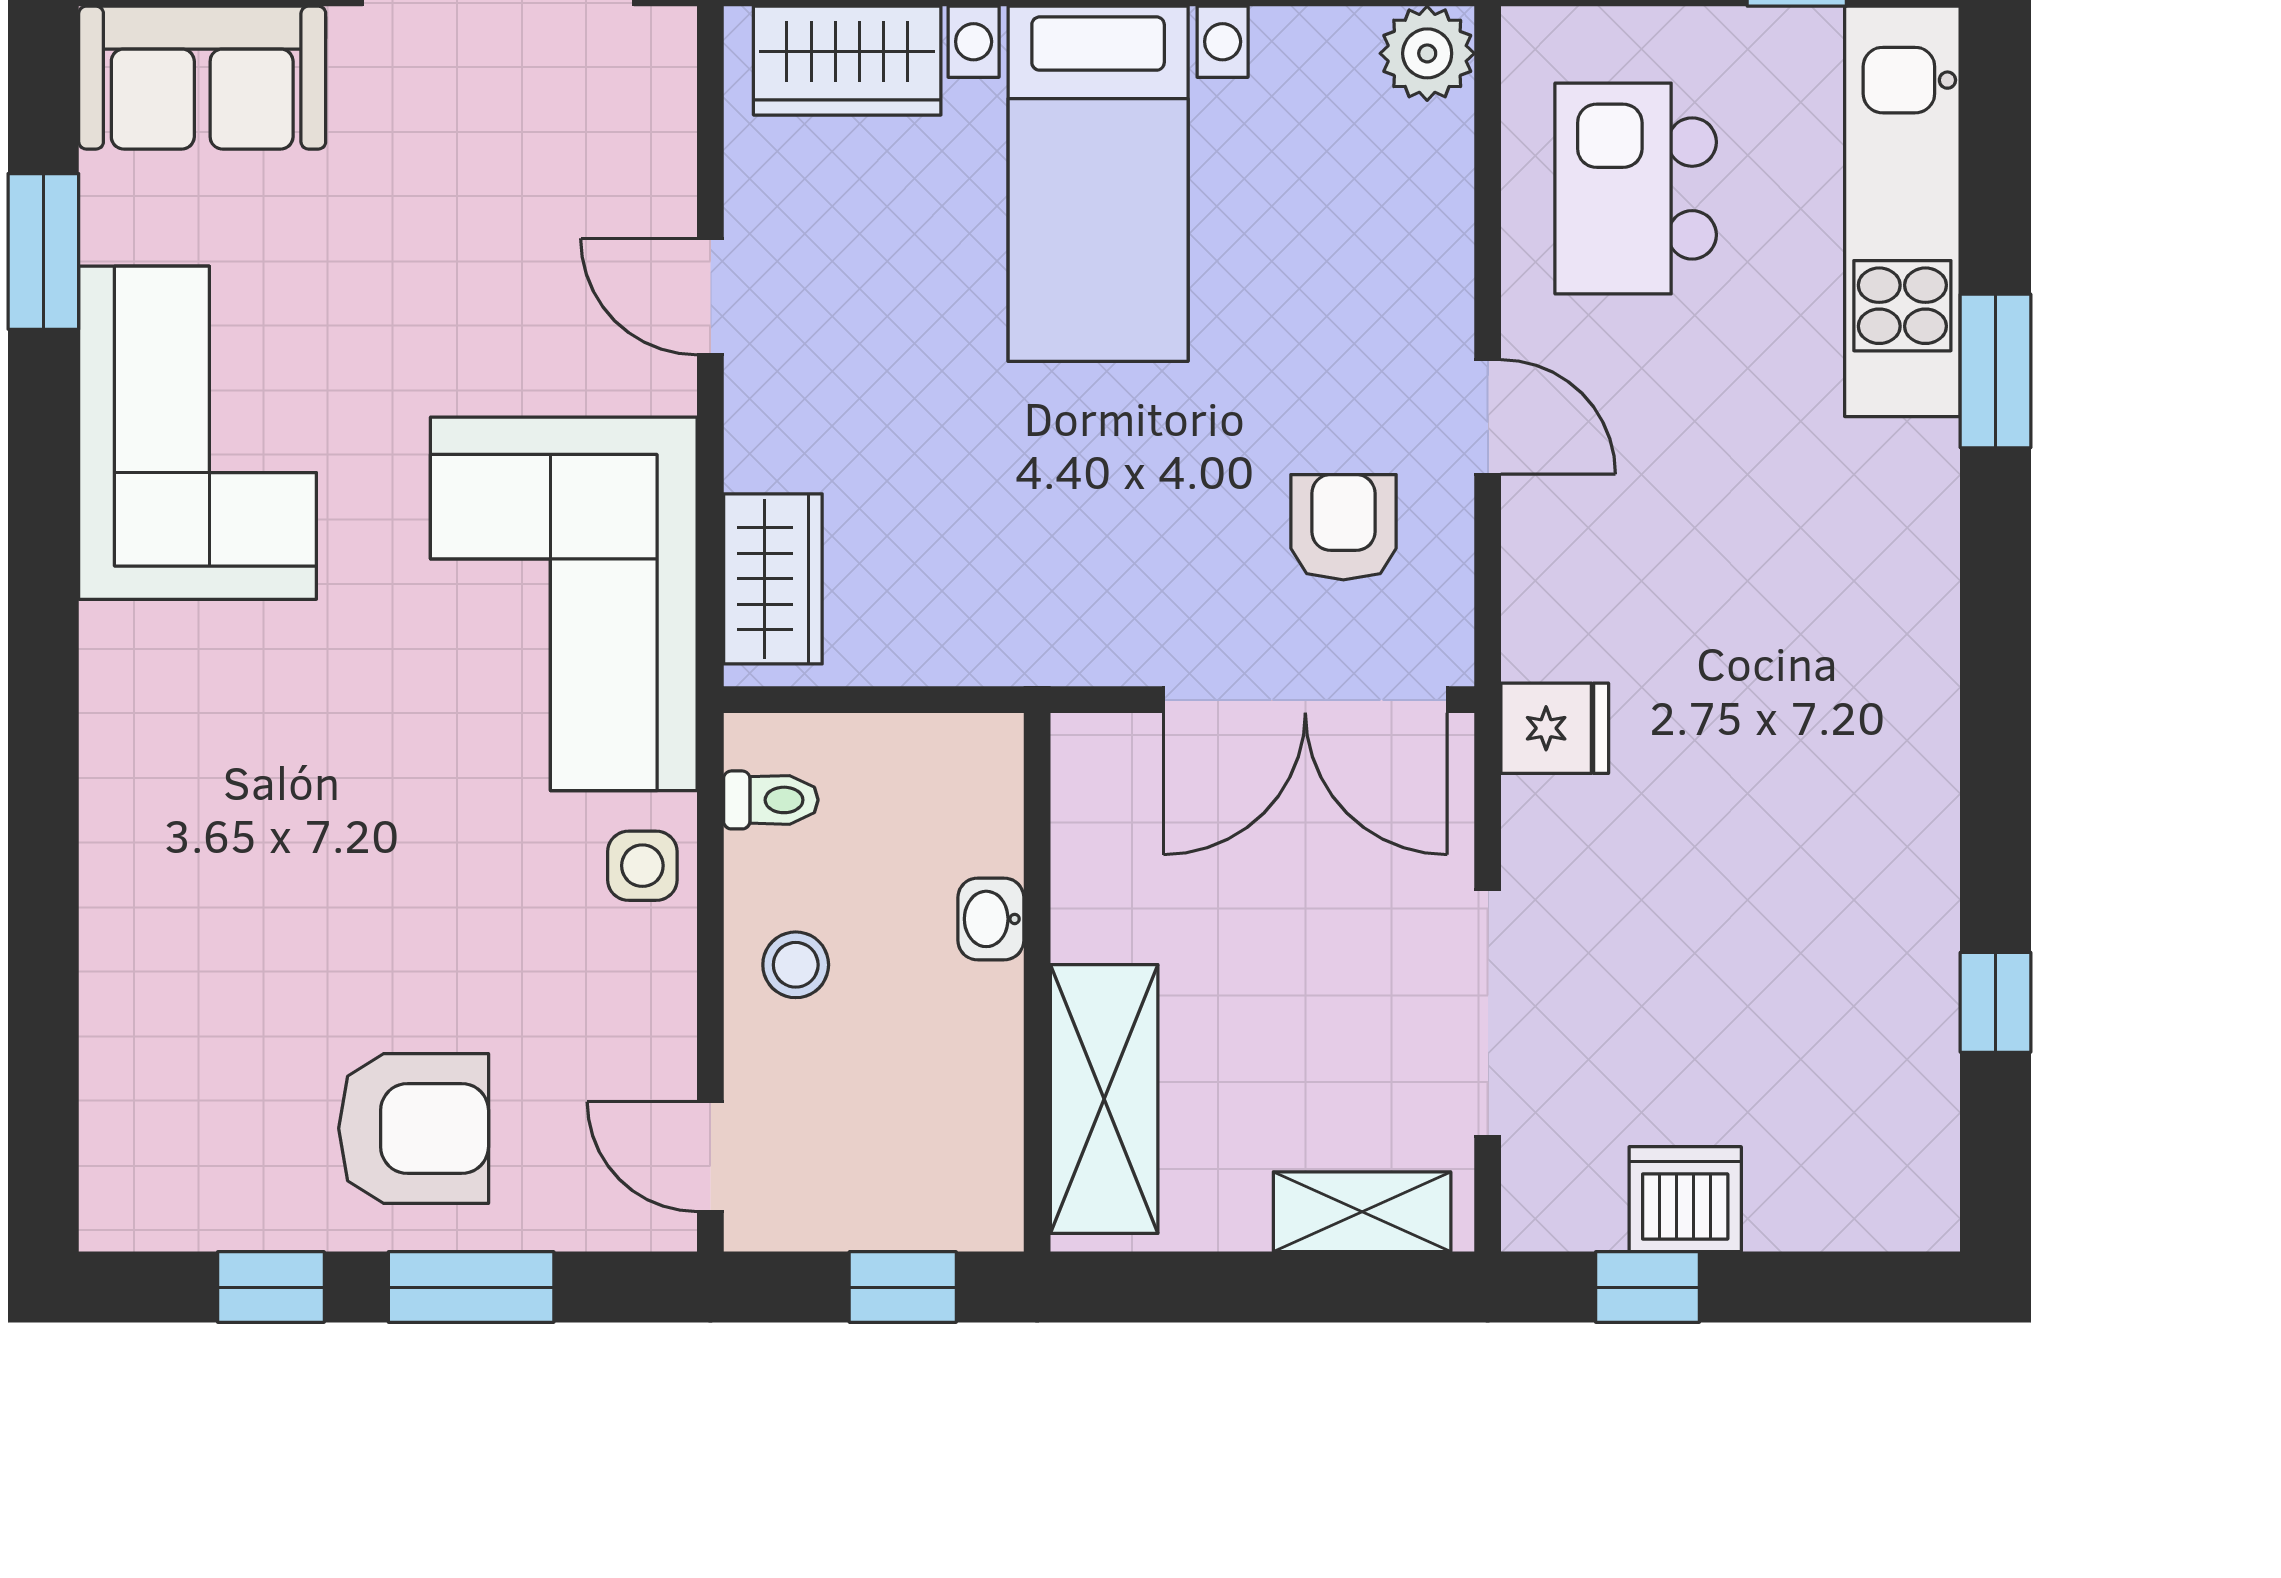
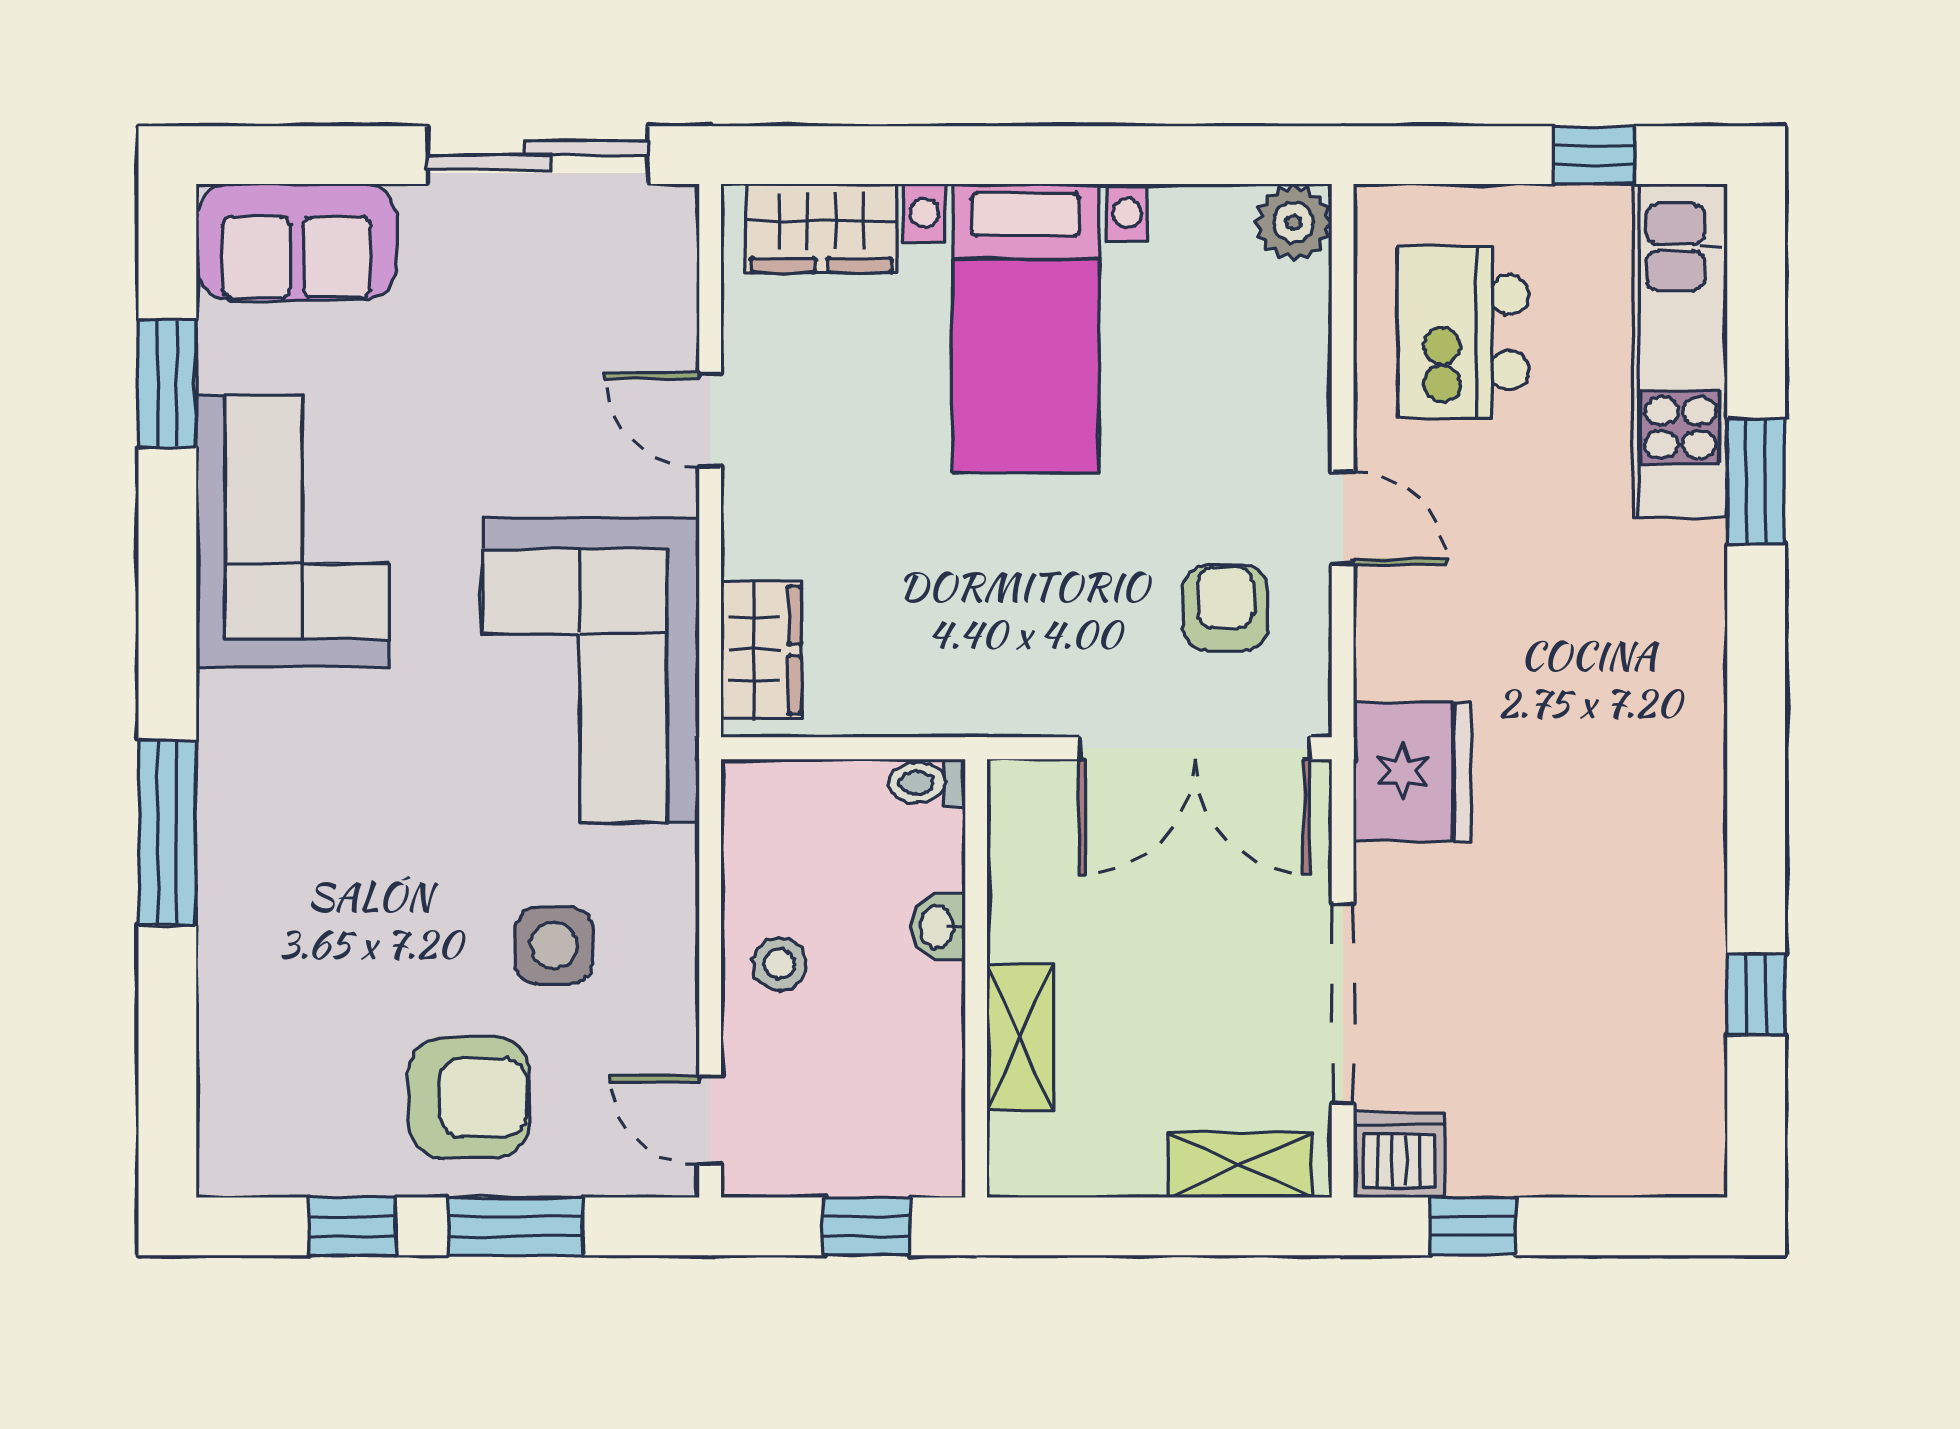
fridge: (1555, 728) -> (1412, 772), width x1.88, depth x1.34
toilet: (771, 800) -> (927, 783), moved, turned 180
window: (43, 804) -> (167, 833), added
side table: (642, 866) -> (554, 945), moved, width x1.37, depth x1.37
shelving: (1104, 1099) -> (1020, 1037), width x0.67, depth x0.75
dishwasher: (1685, 1199) -> (1399, 1155), moved

